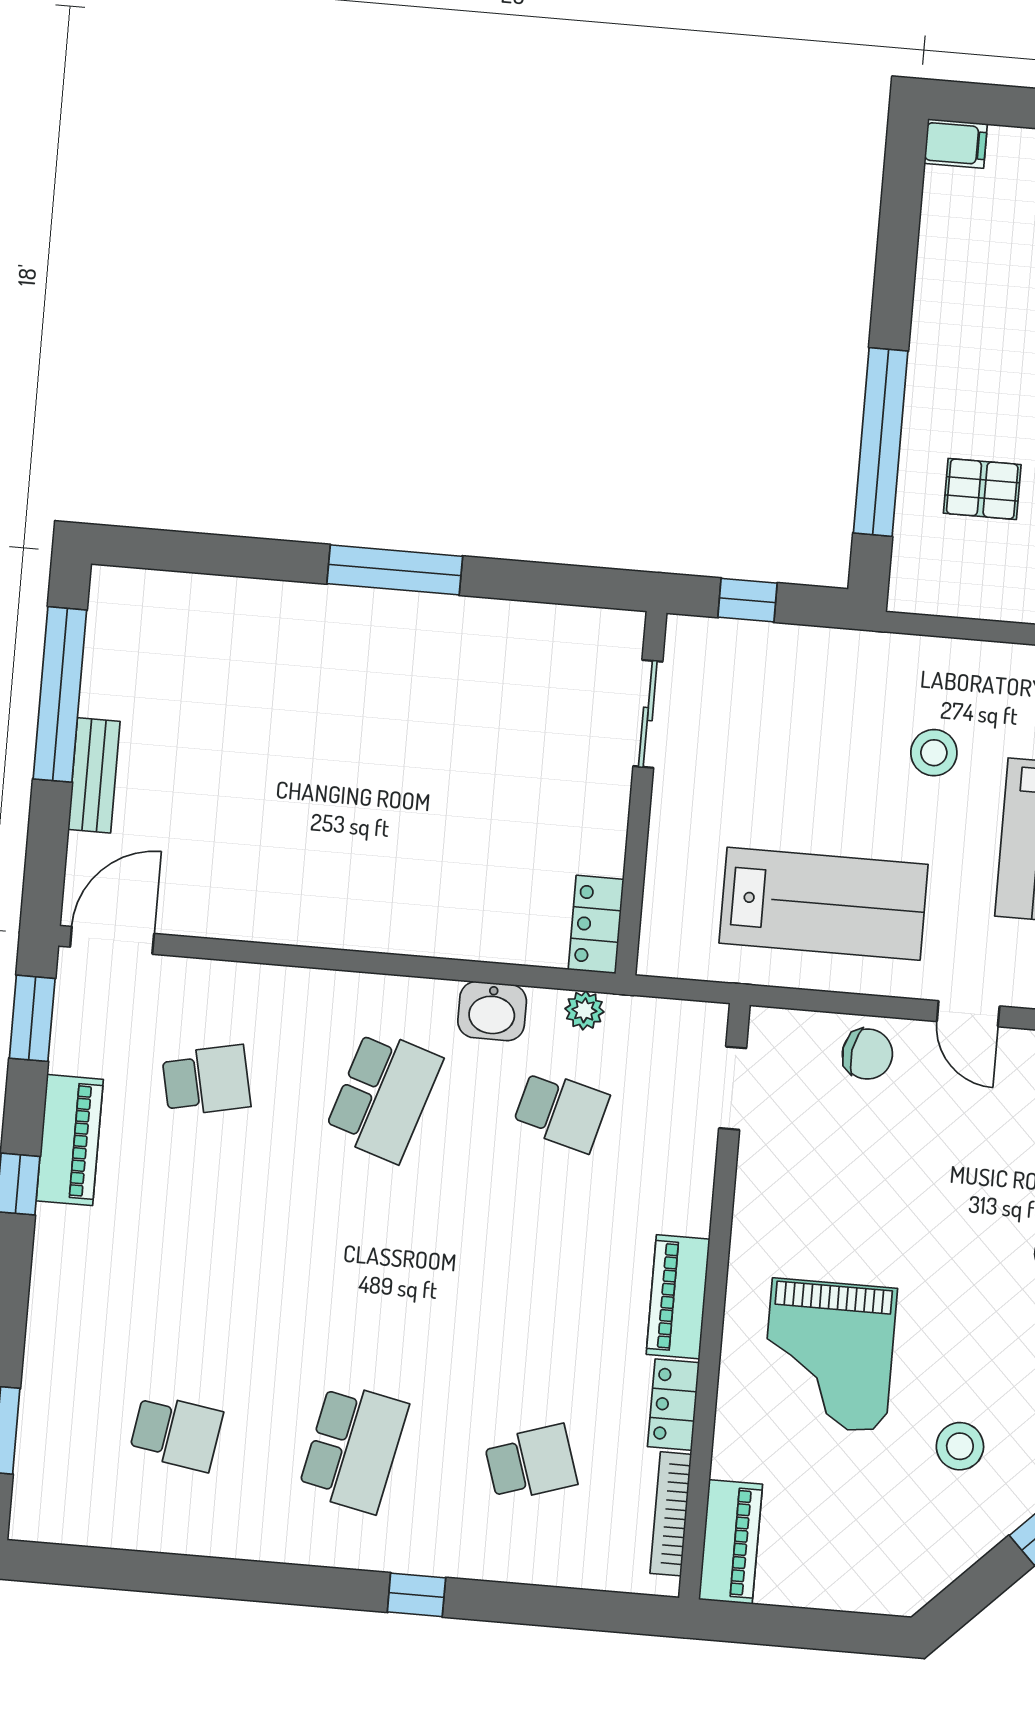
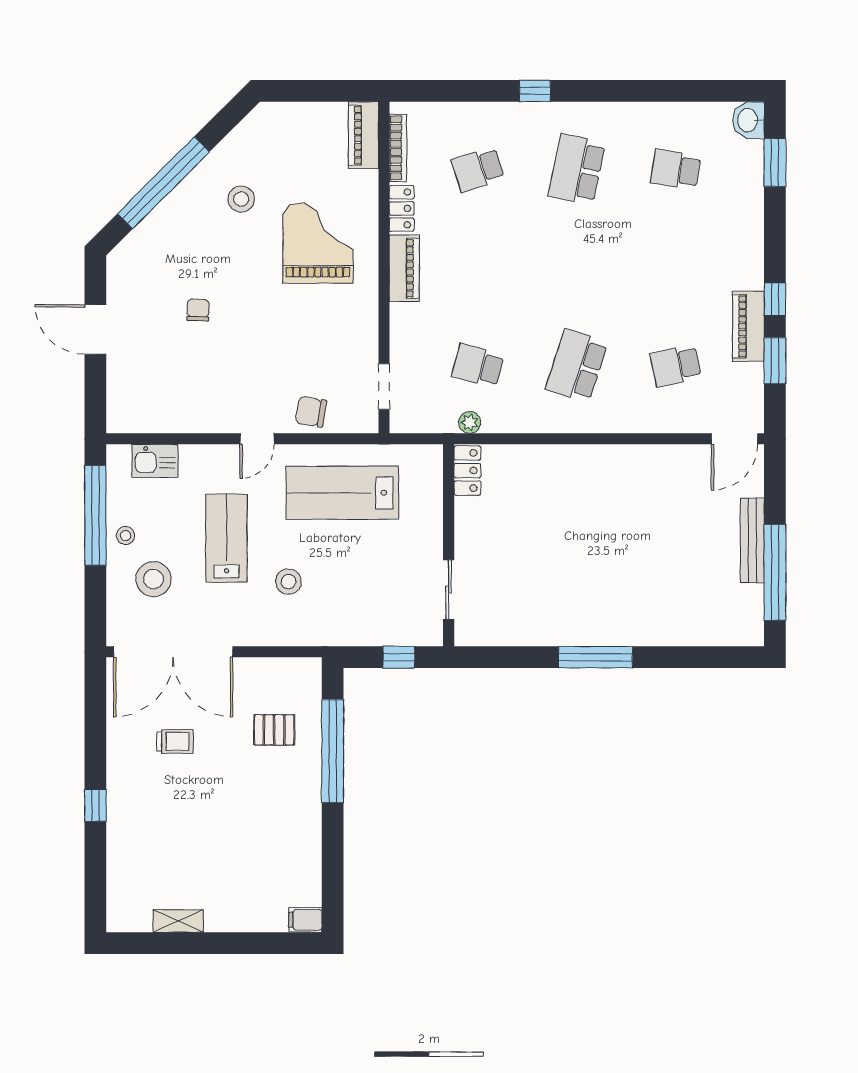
bench: (94, 775) -> (752, 541), width x1.36
washbasin: (492, 1011) -> (748, 120), moved, turned -90
door: (968, 1014) -> (257, 439), swing flipped
window: (32, 1018) -> (775, 361), moved

